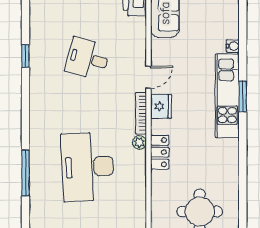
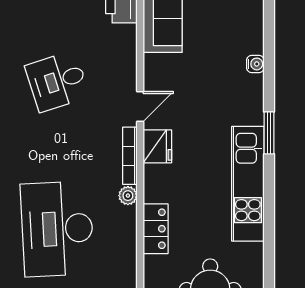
desk: (88, 59) -> (57, 81), turned -33
kitchen unit: (227, 96) -> (248, 184), moved
locker: (160, 152) -> (156, 229), moved

